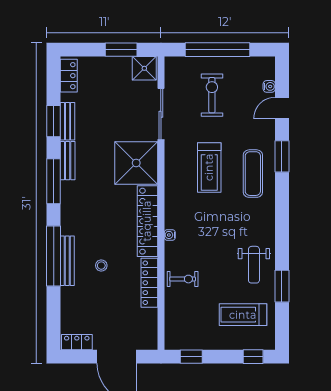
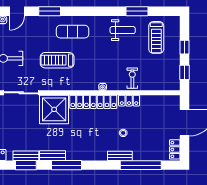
door: (282, 108) -> (17, 11), hinge flipped
treadmill: (209, 167) -> (57, 60), turned 180
exercise mat: (253, 174) -> (73, 32), moved
window: (54, 256) -> (141, 165), moved
bench: (67, 261) -> (120, 156), width x0.73
locker: (149, 283) -> (129, 101), width x0.66
window: (253, 357) -> (185, 47), moved

